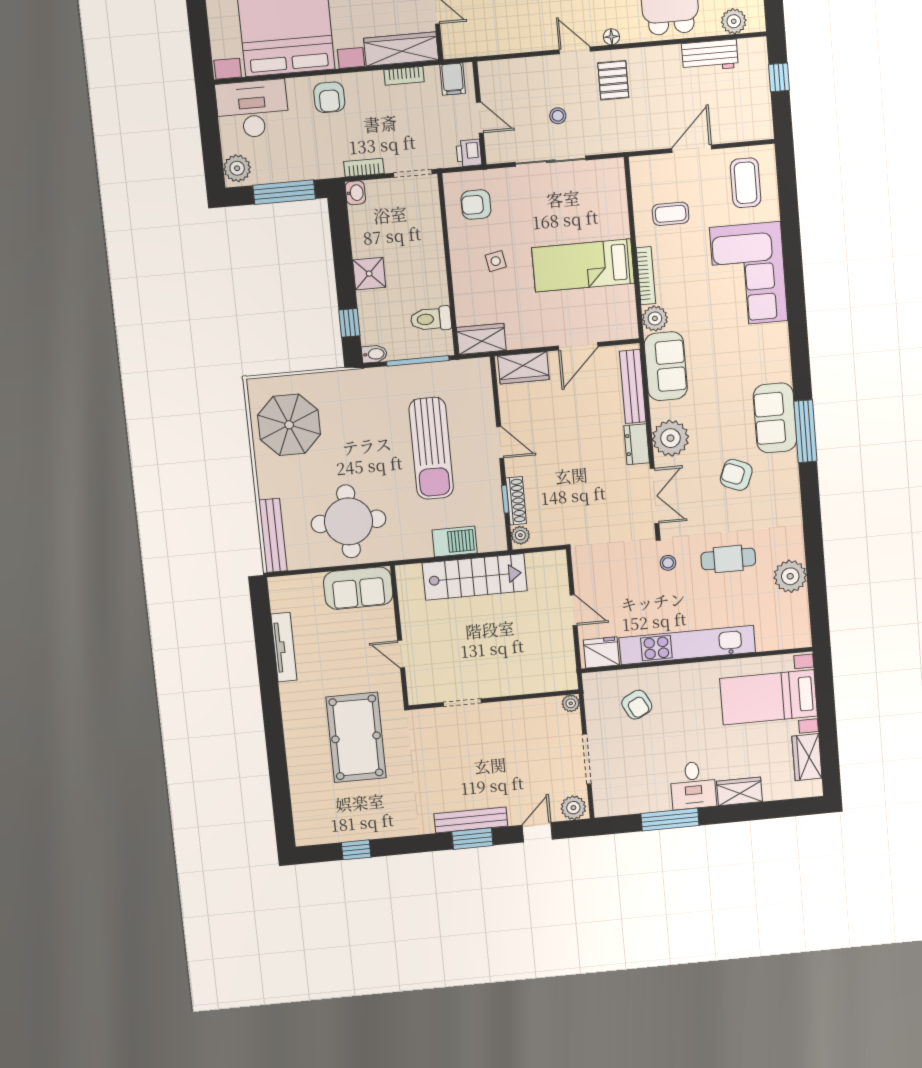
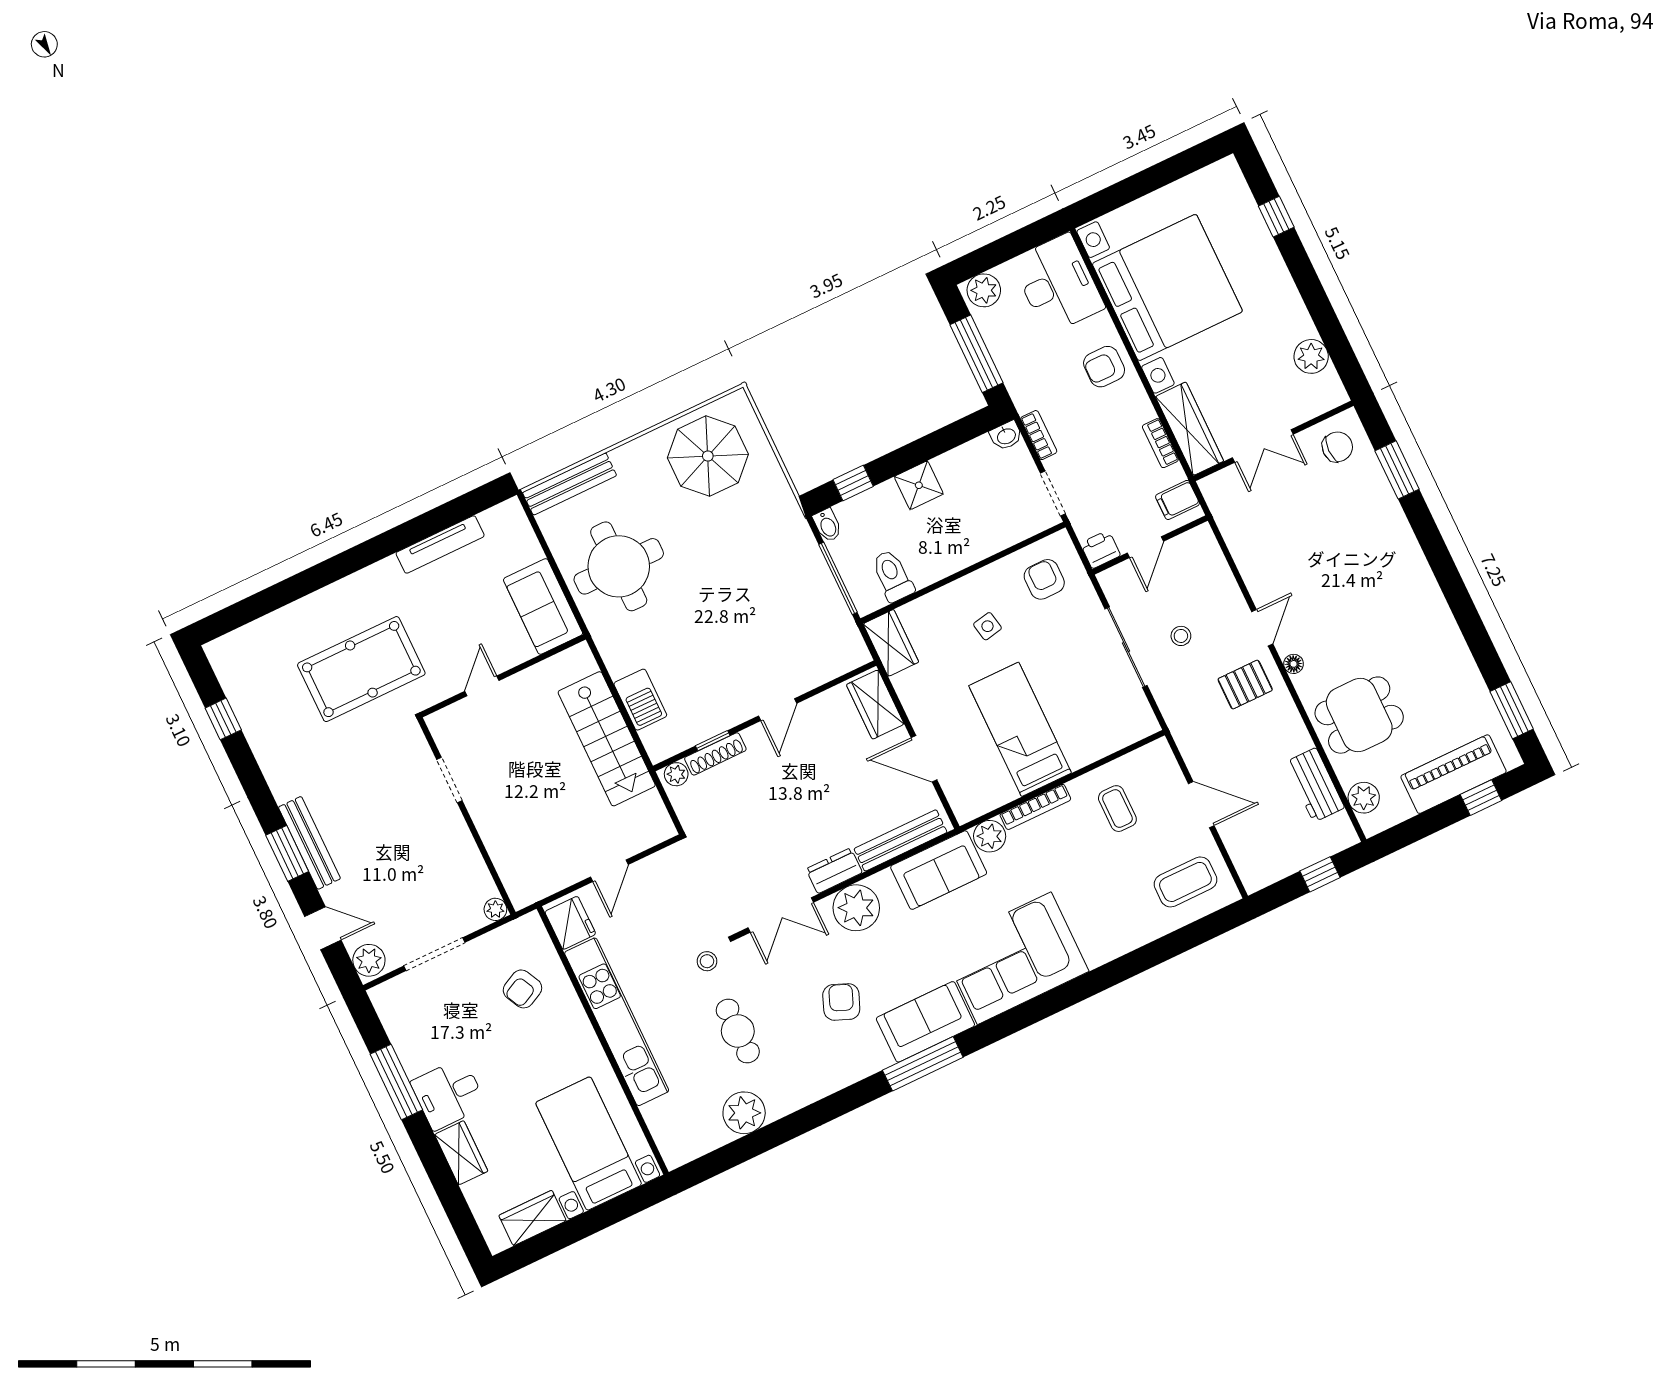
corner sofa: (749, 274) -> (1014, 958), moved
sun lounger: (431, 448) -> (741, 632), removed

